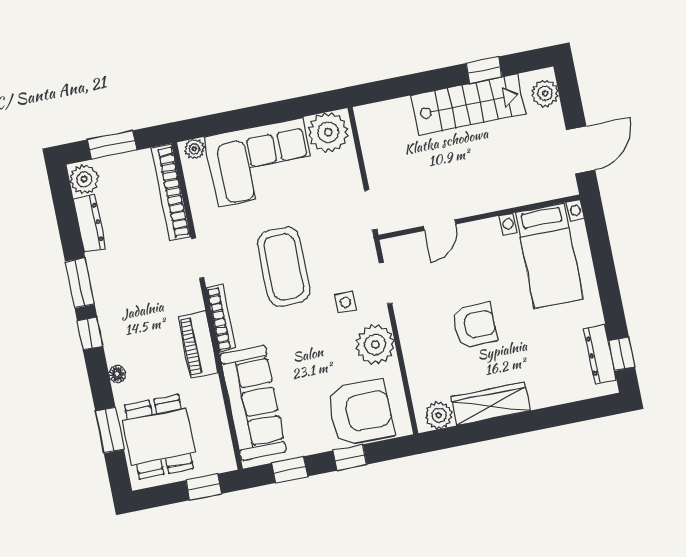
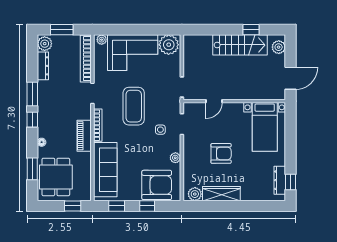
plant: (375, 344) -> (175, 158), width x0.53, depth x0.53

